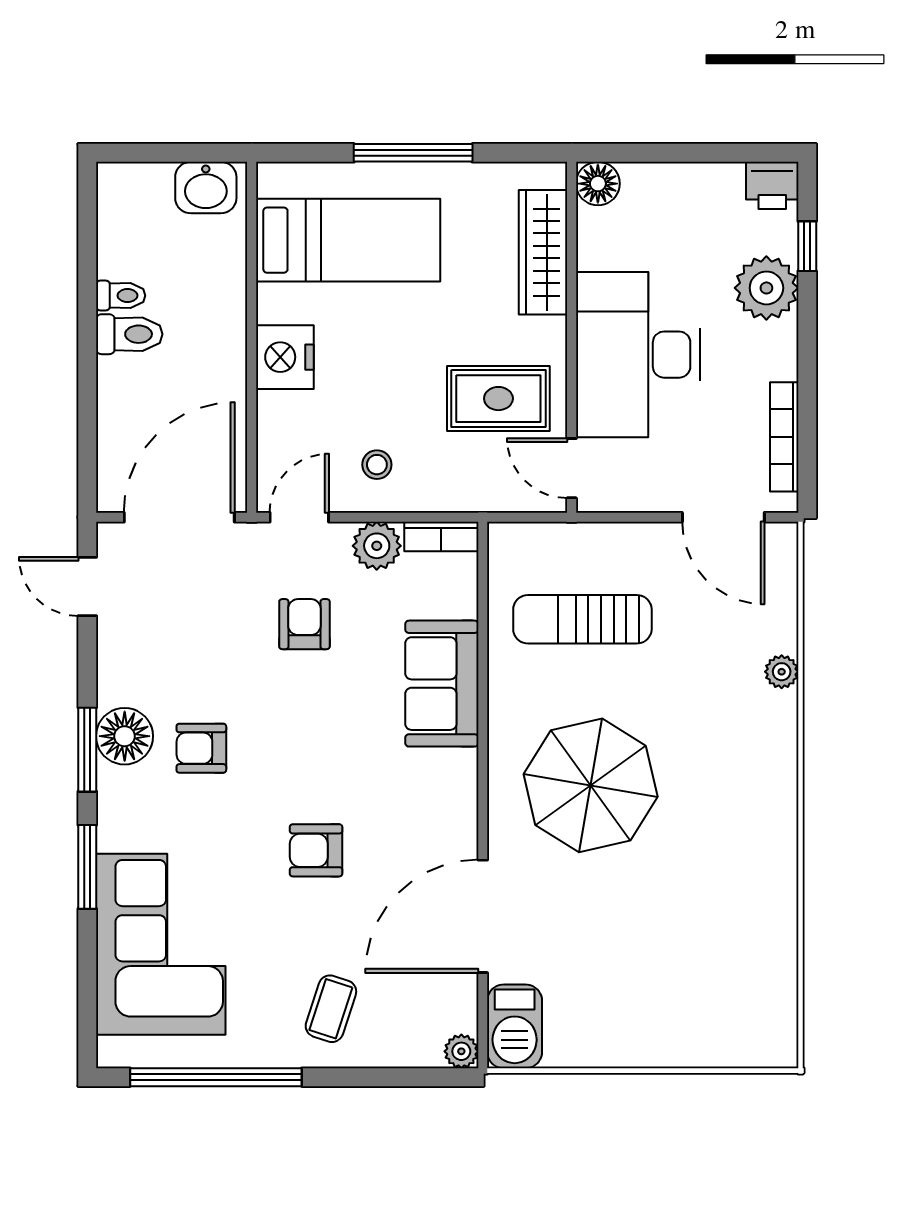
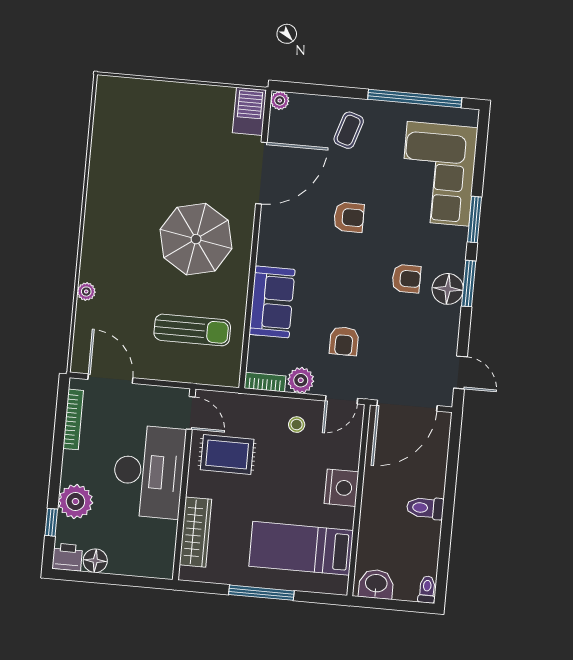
floor lamp: (598, 184) -> (95, 561), moved
toilet: (121, 296) -> (427, 589), moved, turned 90

